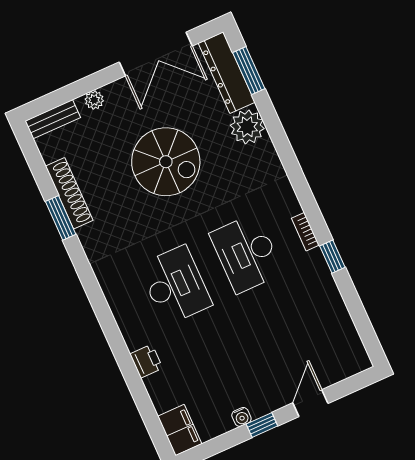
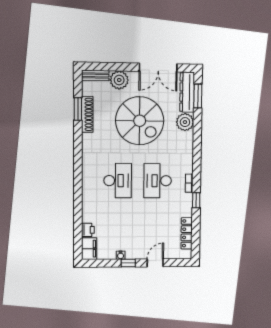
plant: (94, 100) -> (119, 80), width x1.88, depth x1.88
spiral stairs: (166, 162) -> (140, 121), width x1.37, depth x1.37
window: (61, 218) -> (78, 109), moved
locker: (343, 324) -> (187, 233), added
printer: (146, 361) -> (88, 230), moved

